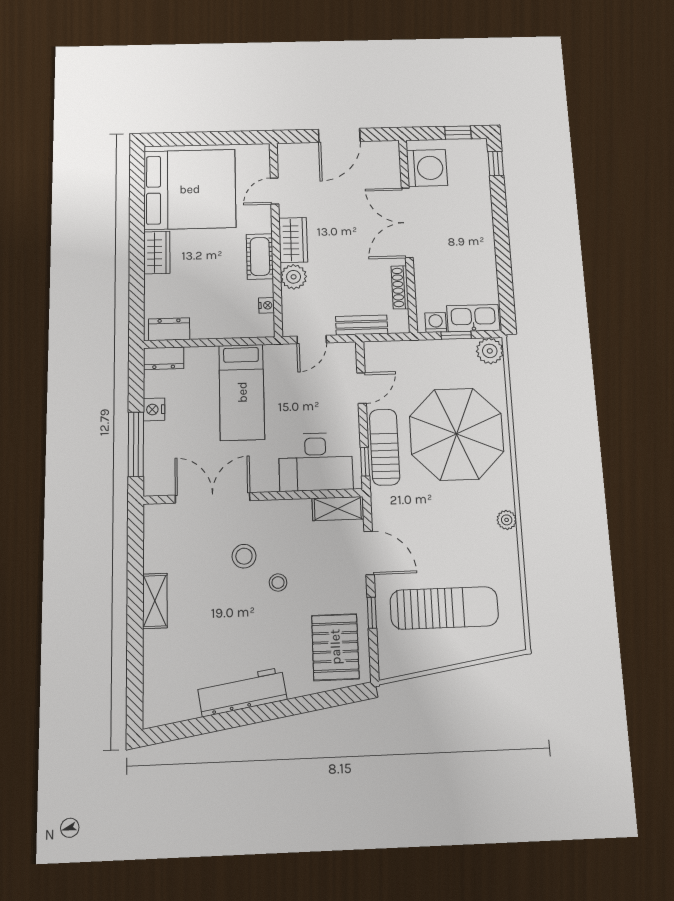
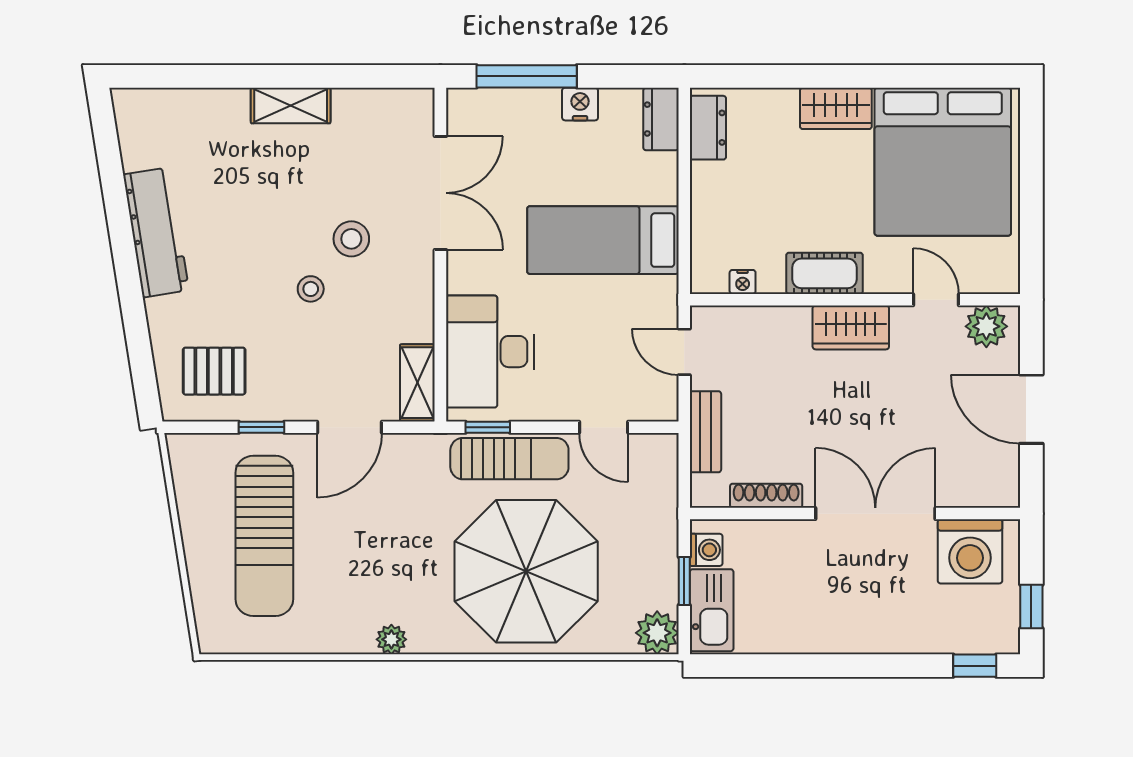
plant: (294, 277) -> (986, 326), moved
pallet: (335, 647) -> (214, 371), width x0.67, depth x0.71

